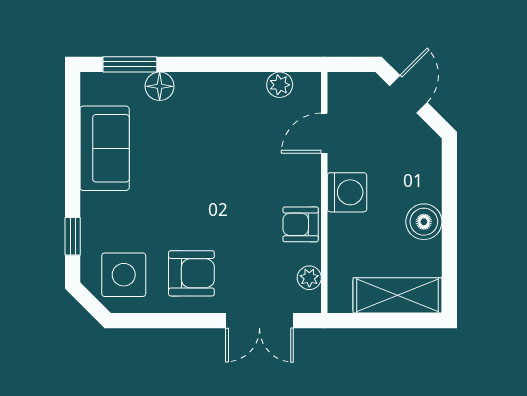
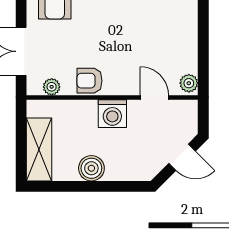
plant: (280, 85) -> (189, 83), moved
armchair: (301, 224) -> (90, 81), turned -90

